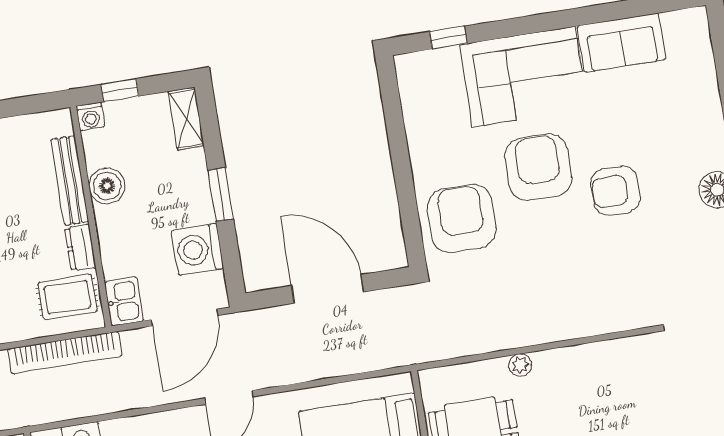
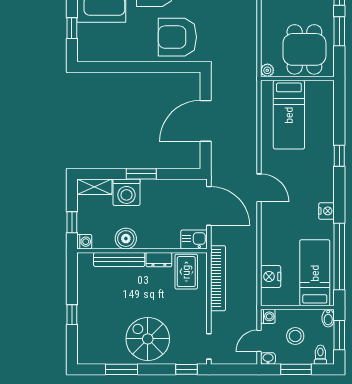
washing machine: (197, 249) -> (126, 192), moved
plant: (520, 365) -> (267, 70), moved

